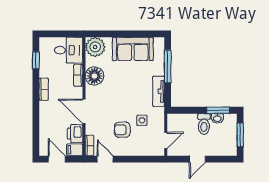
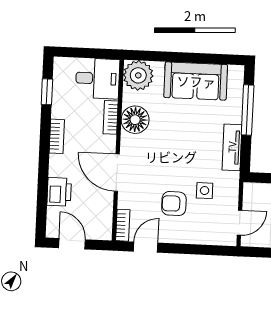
printer: (75, 134) -> (59, 192), moved, turned 180
filing cabinet: (75, 150) -> (100, 231), removed
door: (105, 159) -> (146, 247), hinge flipped

